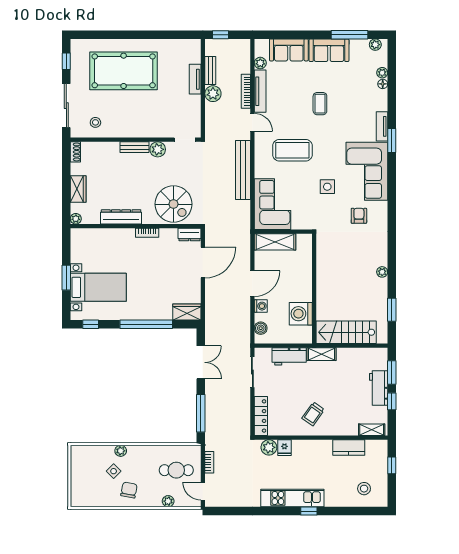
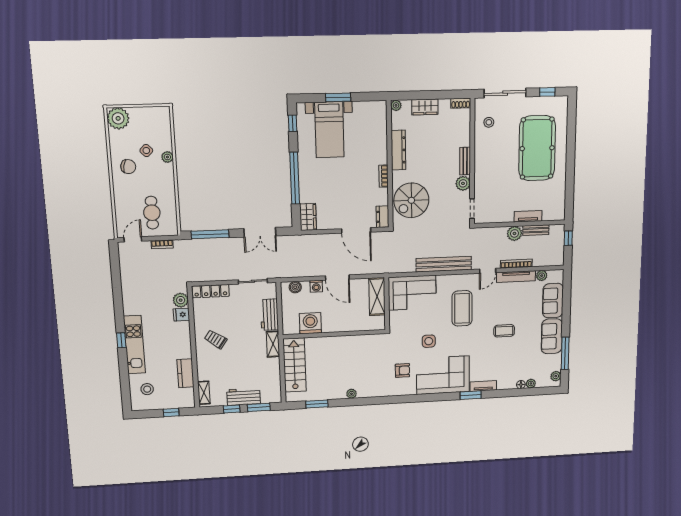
kitchen unit: (292, 498) -> (134, 345), moved
plant: (168, 501) -> (118, 118), moved, width x1.87, depth x1.87

